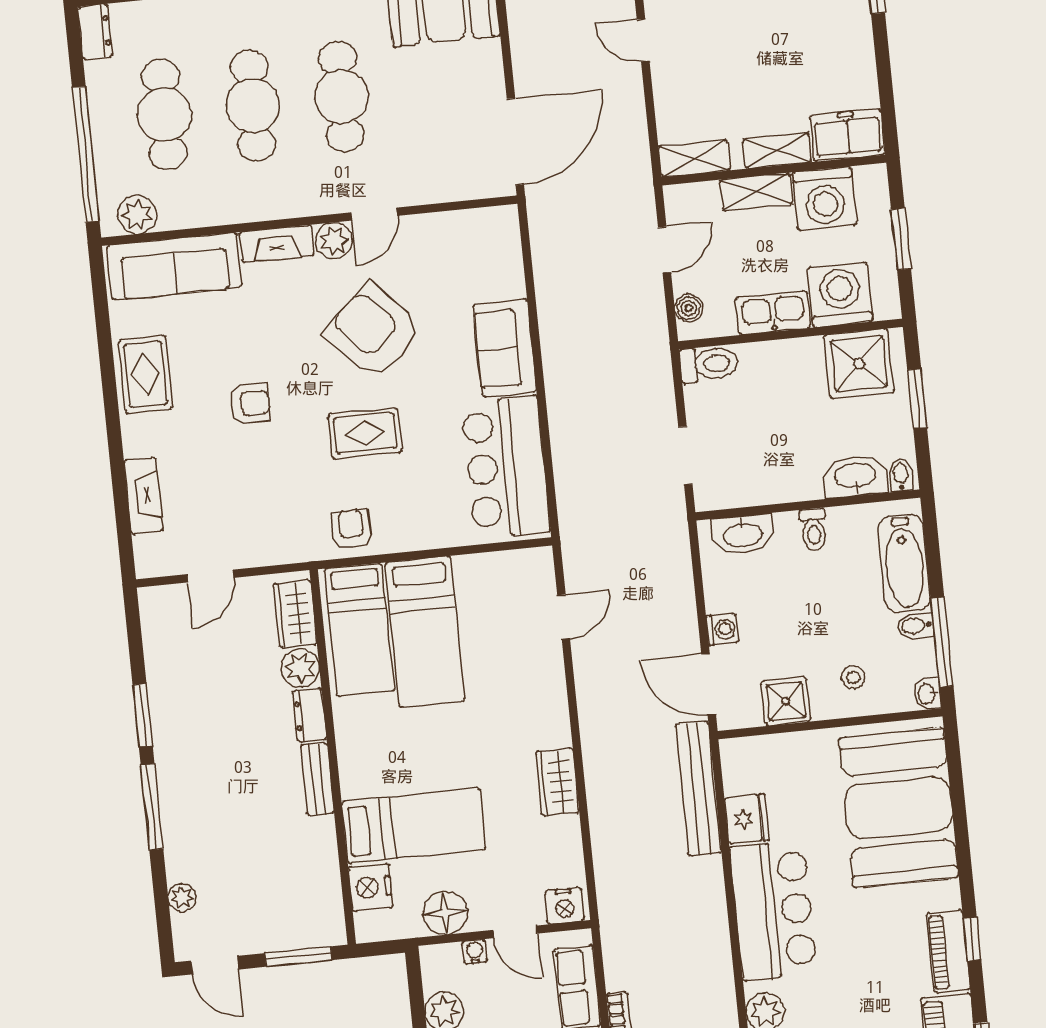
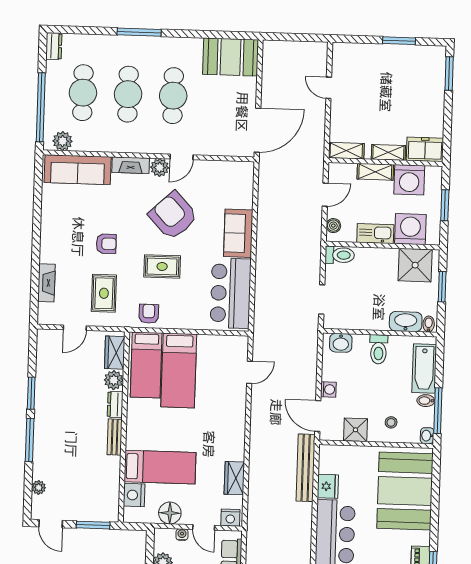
rug: (145, 375) -> (104, 293), moved
toilet: (814, 529) -> (379, 349), width x1.37, depth x1.39
washbasin: (743, 534) -> (341, 343), width x0.72
wardrobe: (557, 782) -> (234, 478), moved

